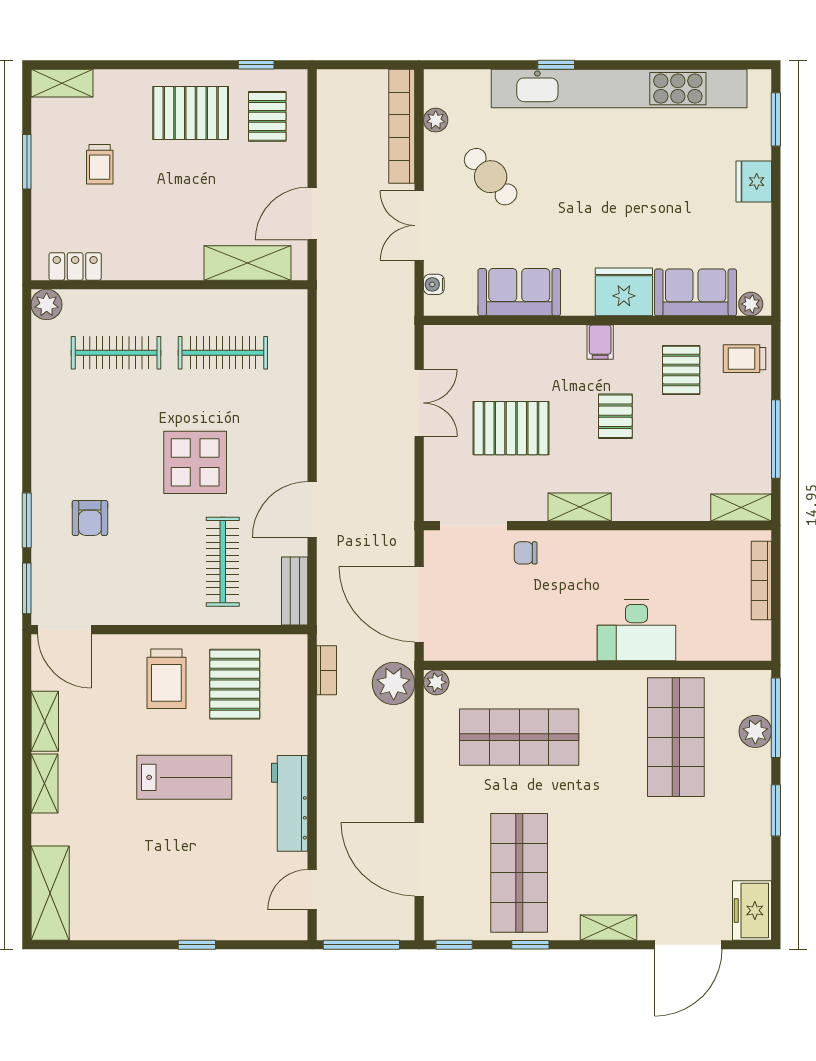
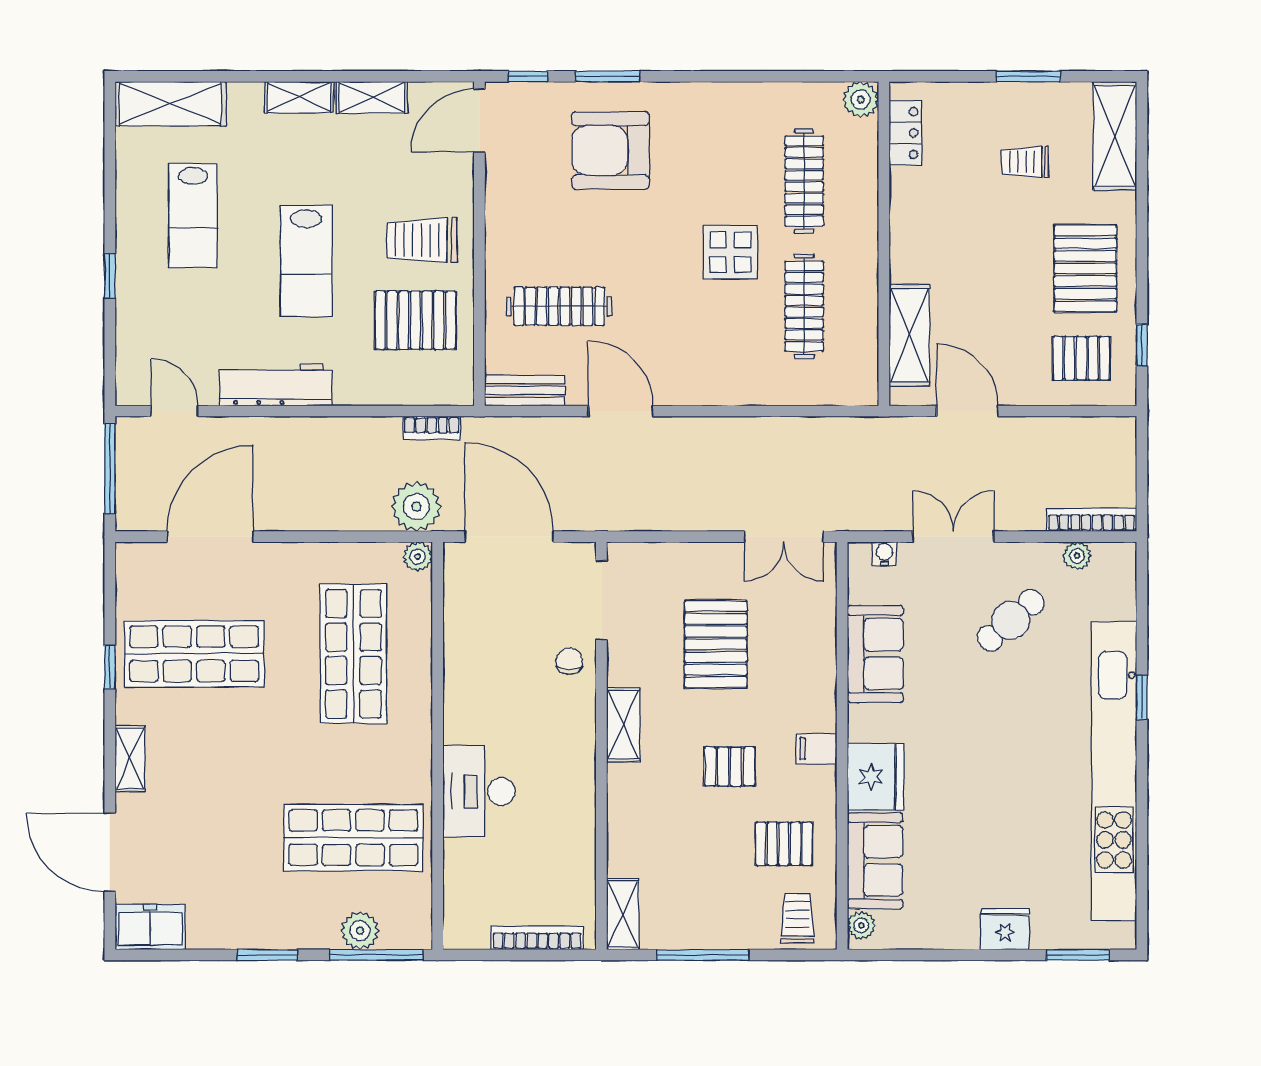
shelving: (62, 83) -> (1115, 136), width x1.50, depth x1.33
bookcase: (402, 126) -> (1091, 520), width x0.68, depth x0.76
double door: (419, 403) -> (784, 537), moved
display table: (195, 462) -> (730, 252), moved, width x0.73, depth x0.73
armchair: (90, 518) -> (610, 150), width x1.88, depth x1.88
window: (27, 588) -> (528, 76), width x0.67
door: (419, 604) -> (509, 537), hinge flipped
lab bench: (145, 874) -> (193, 216), added
window: (454, 945) -> (110, 577), removed

